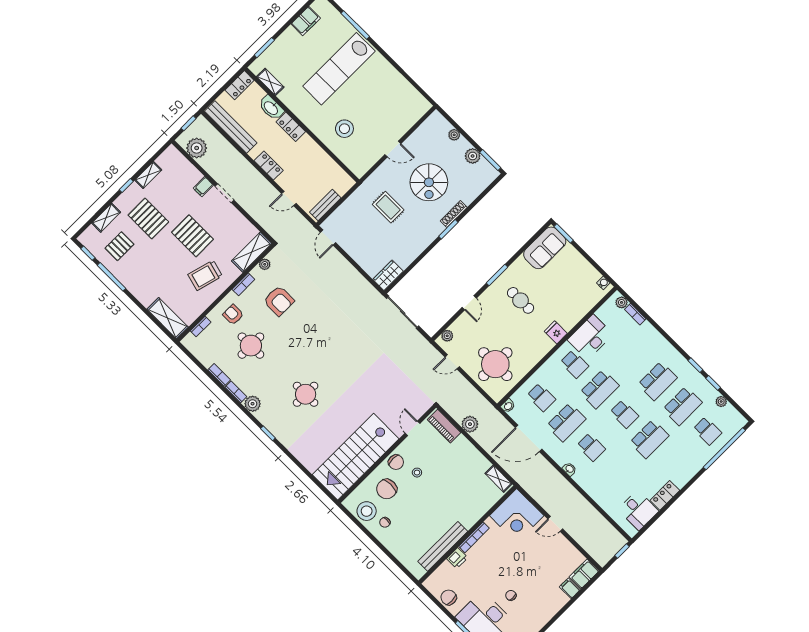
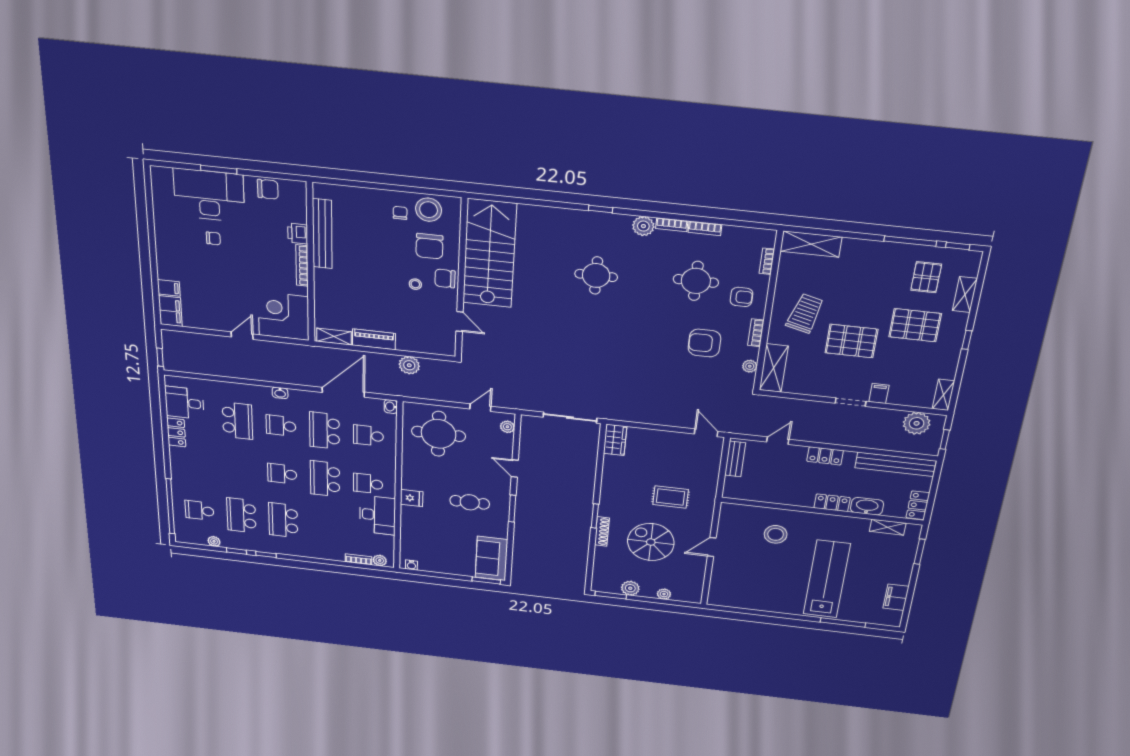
shelving: (148, 175) -> (943, 395), moved
piano: (444, 426) -> (374, 339), moved
school desk: (649, 439) -> (237, 421), moved, turned 180
chair: (387, 489) -> (429, 246), turned 180

